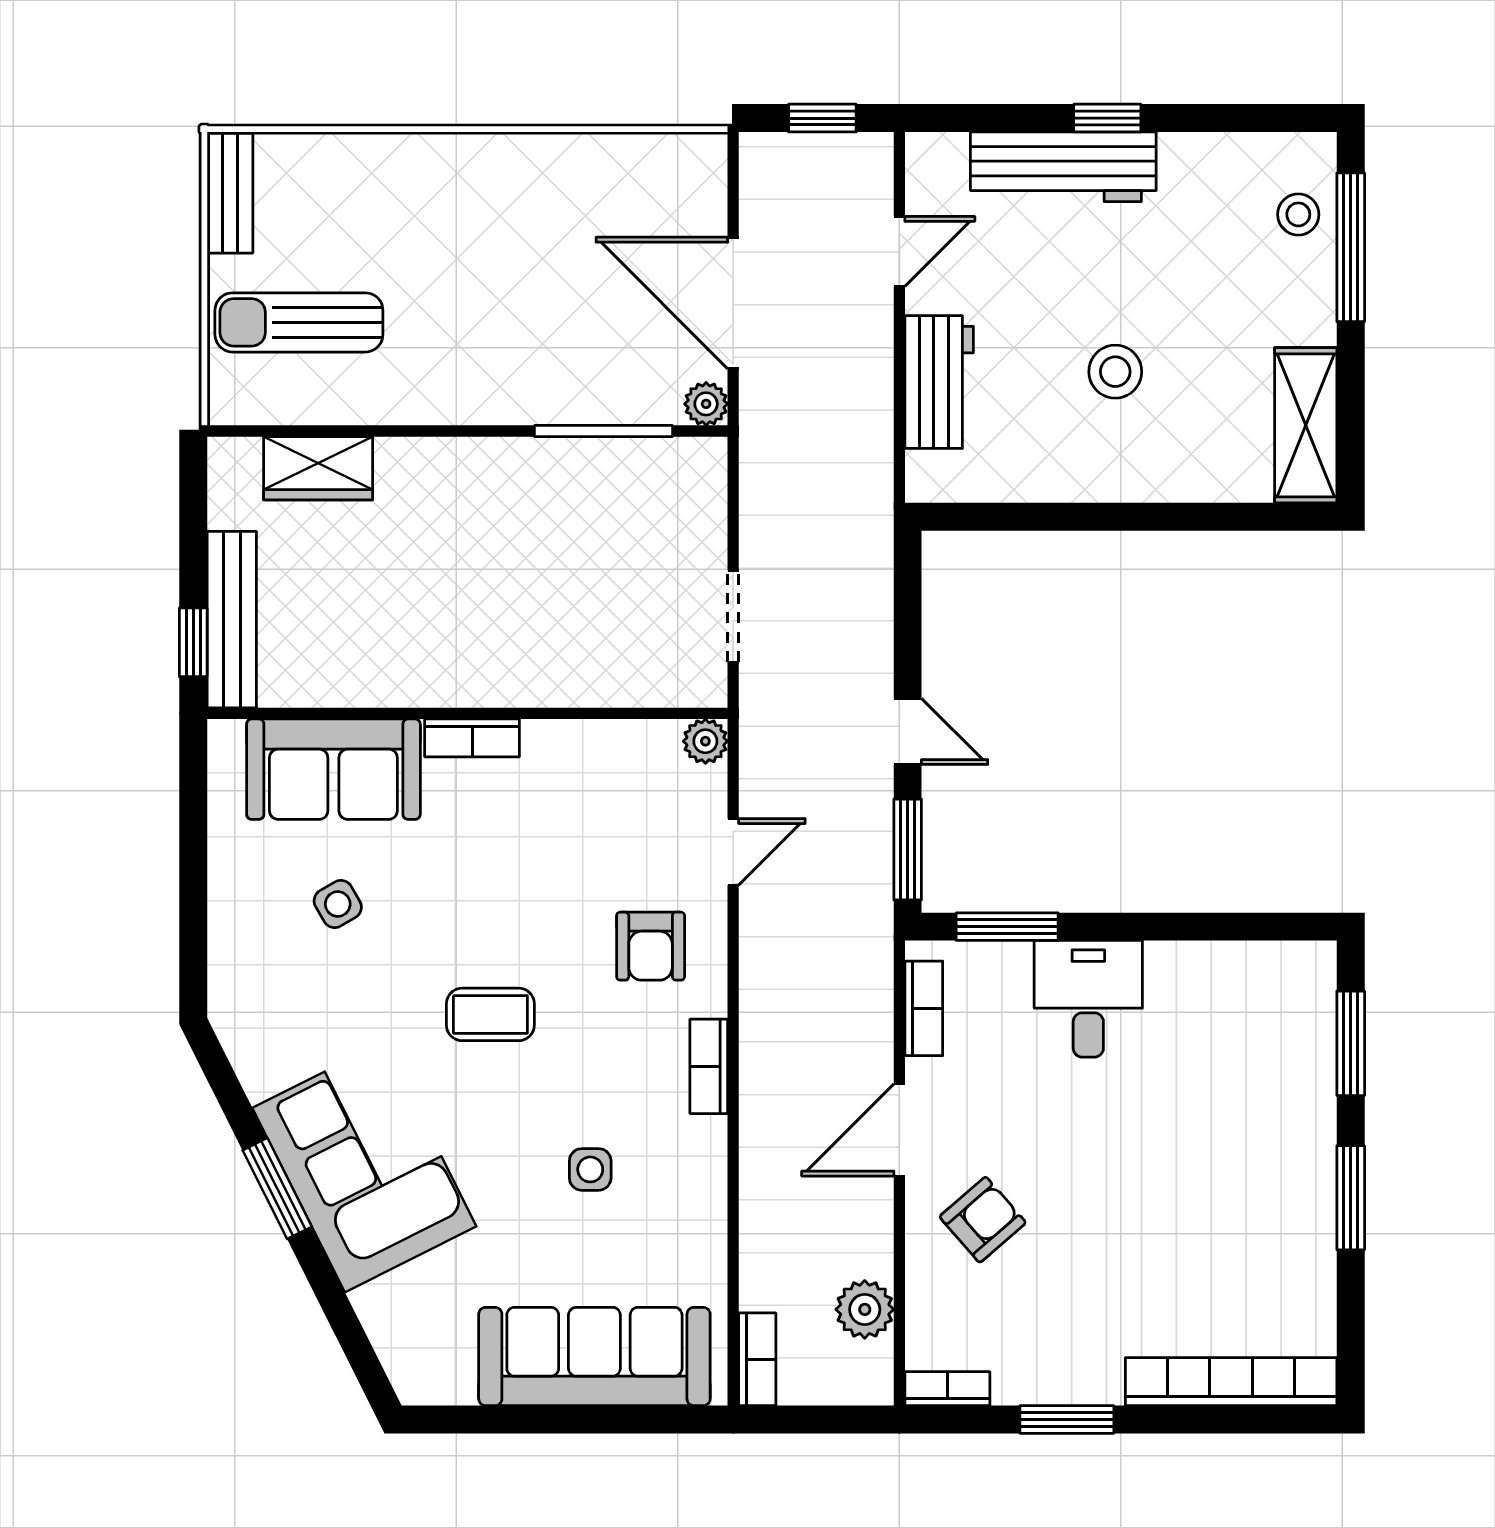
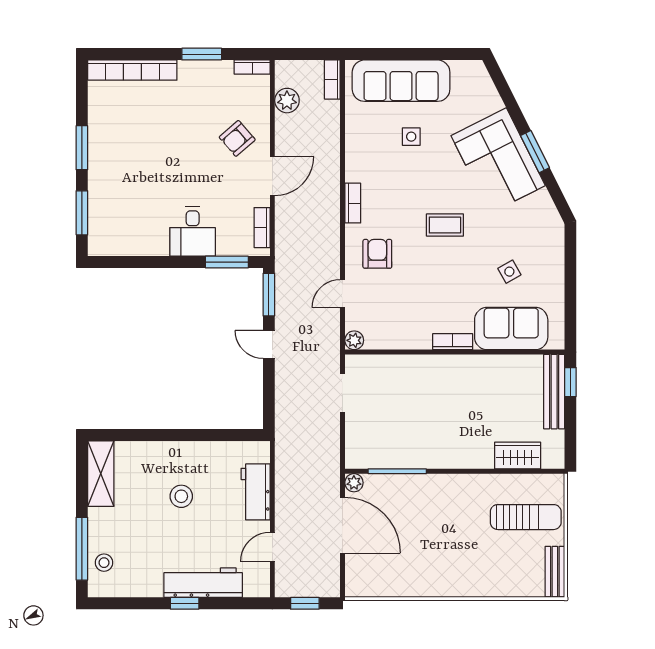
side table: (590, 1169) -> (411, 137), moved

